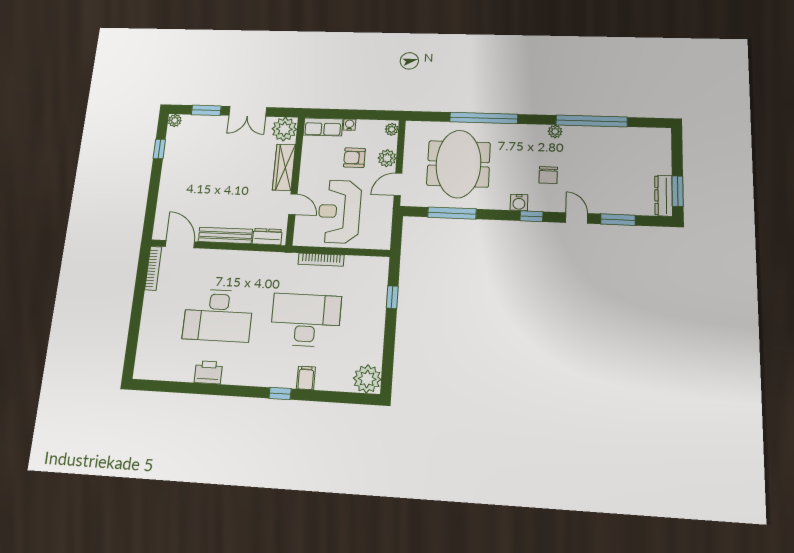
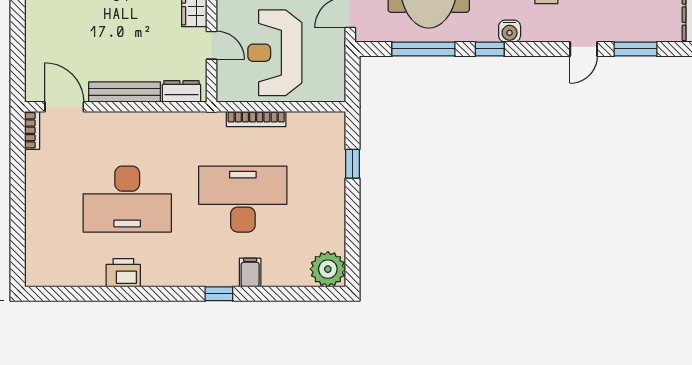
window: (531, 216) -> (490, 49), moved
door: (577, 218) -> (584, 49), swing flipped
bookcase: (153, 268) -> (32, 130), width x0.64

